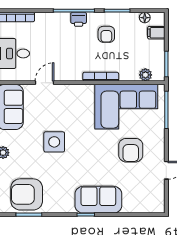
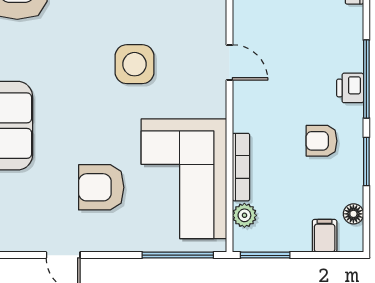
bookcase: (101, 77) -> (241, 167), moved
door: (44, 83) -> (229, 62), moved
side table: (54, 142) -> (135, 64), moved

